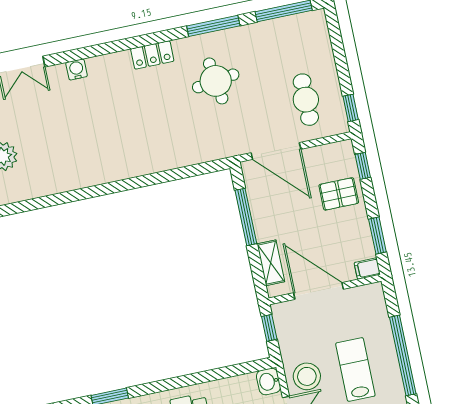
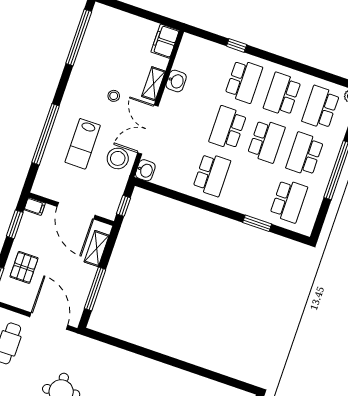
pallet: (339, 194) -> (24, 267), turned 90

